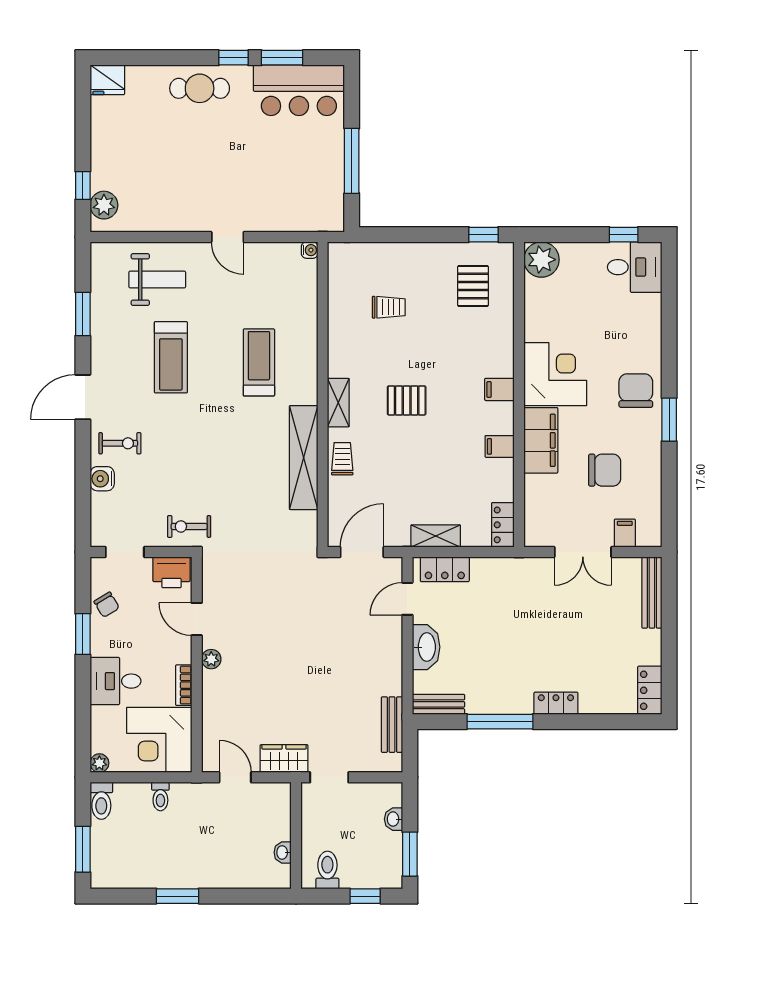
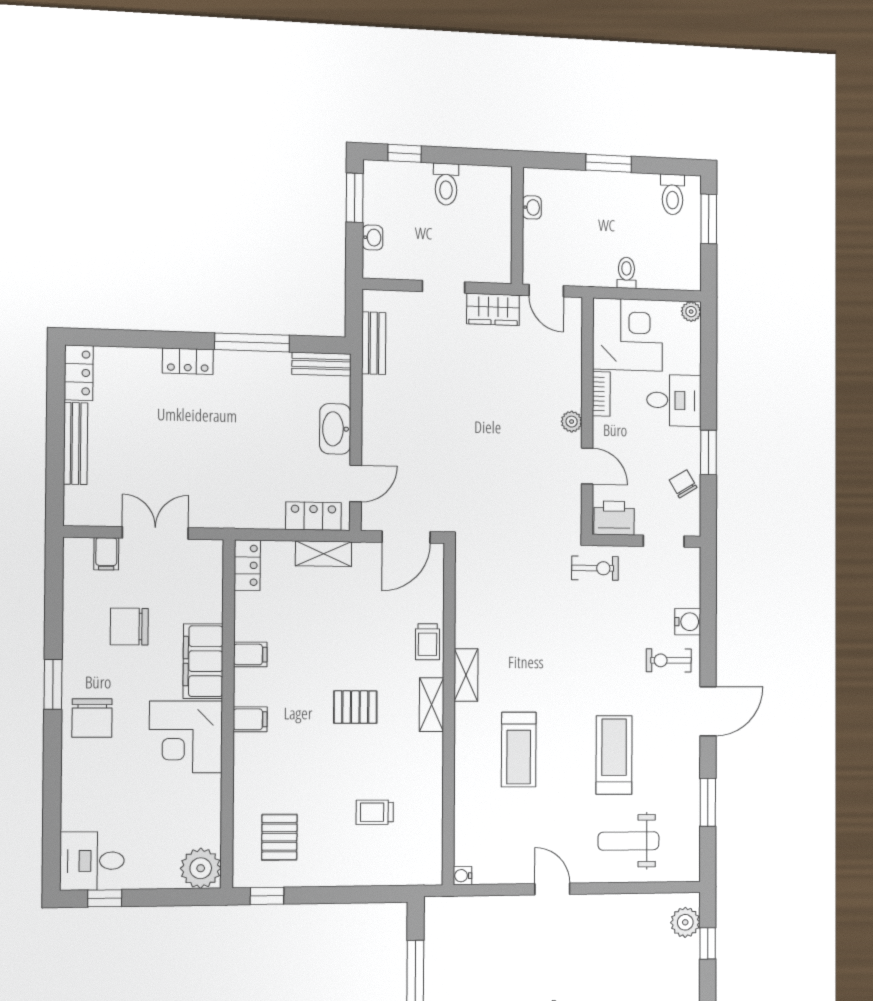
shelving: (304, 458) -> (466, 675), width x0.45, depth x0.75
bench: (652, 593) -> (76, 443), moved
toilet: (101, 801) -> (673, 194), moved, turned 180
wall: (296, 835) -> (517, 225), moved
washbasin: (283, 852) -> (532, 207), moved

